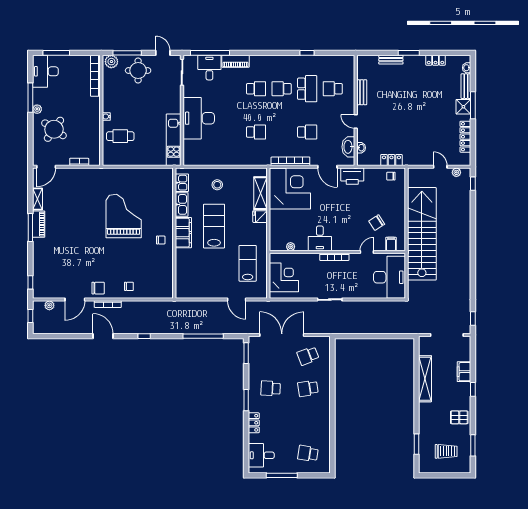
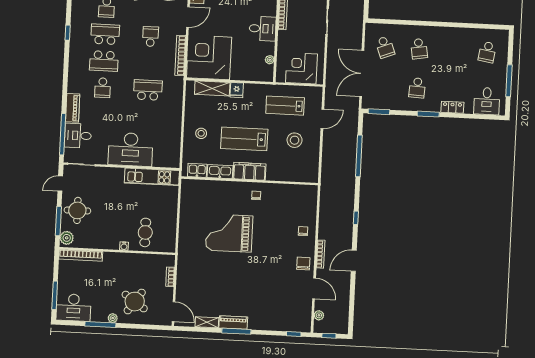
school desk: (256, 89) -> (103, 88), turned 180
school desk: (282, 89) -> (104, 61), width x1.85
school desk: (256, 132) -> (148, 90), width x1.85
stool: (215, 274) -> (295, 140), added

